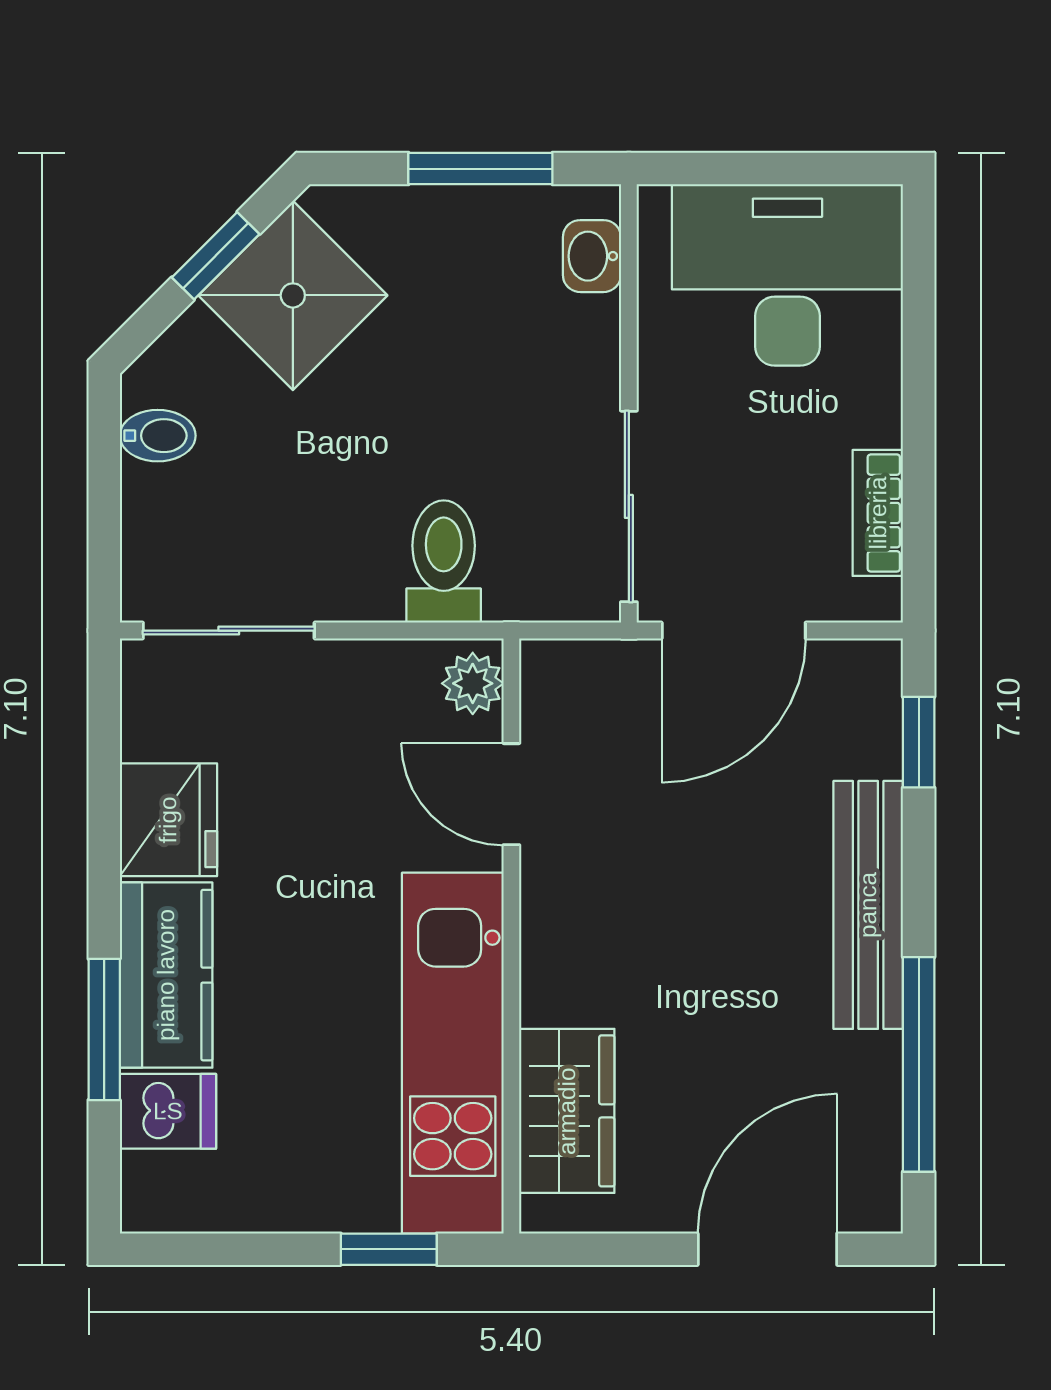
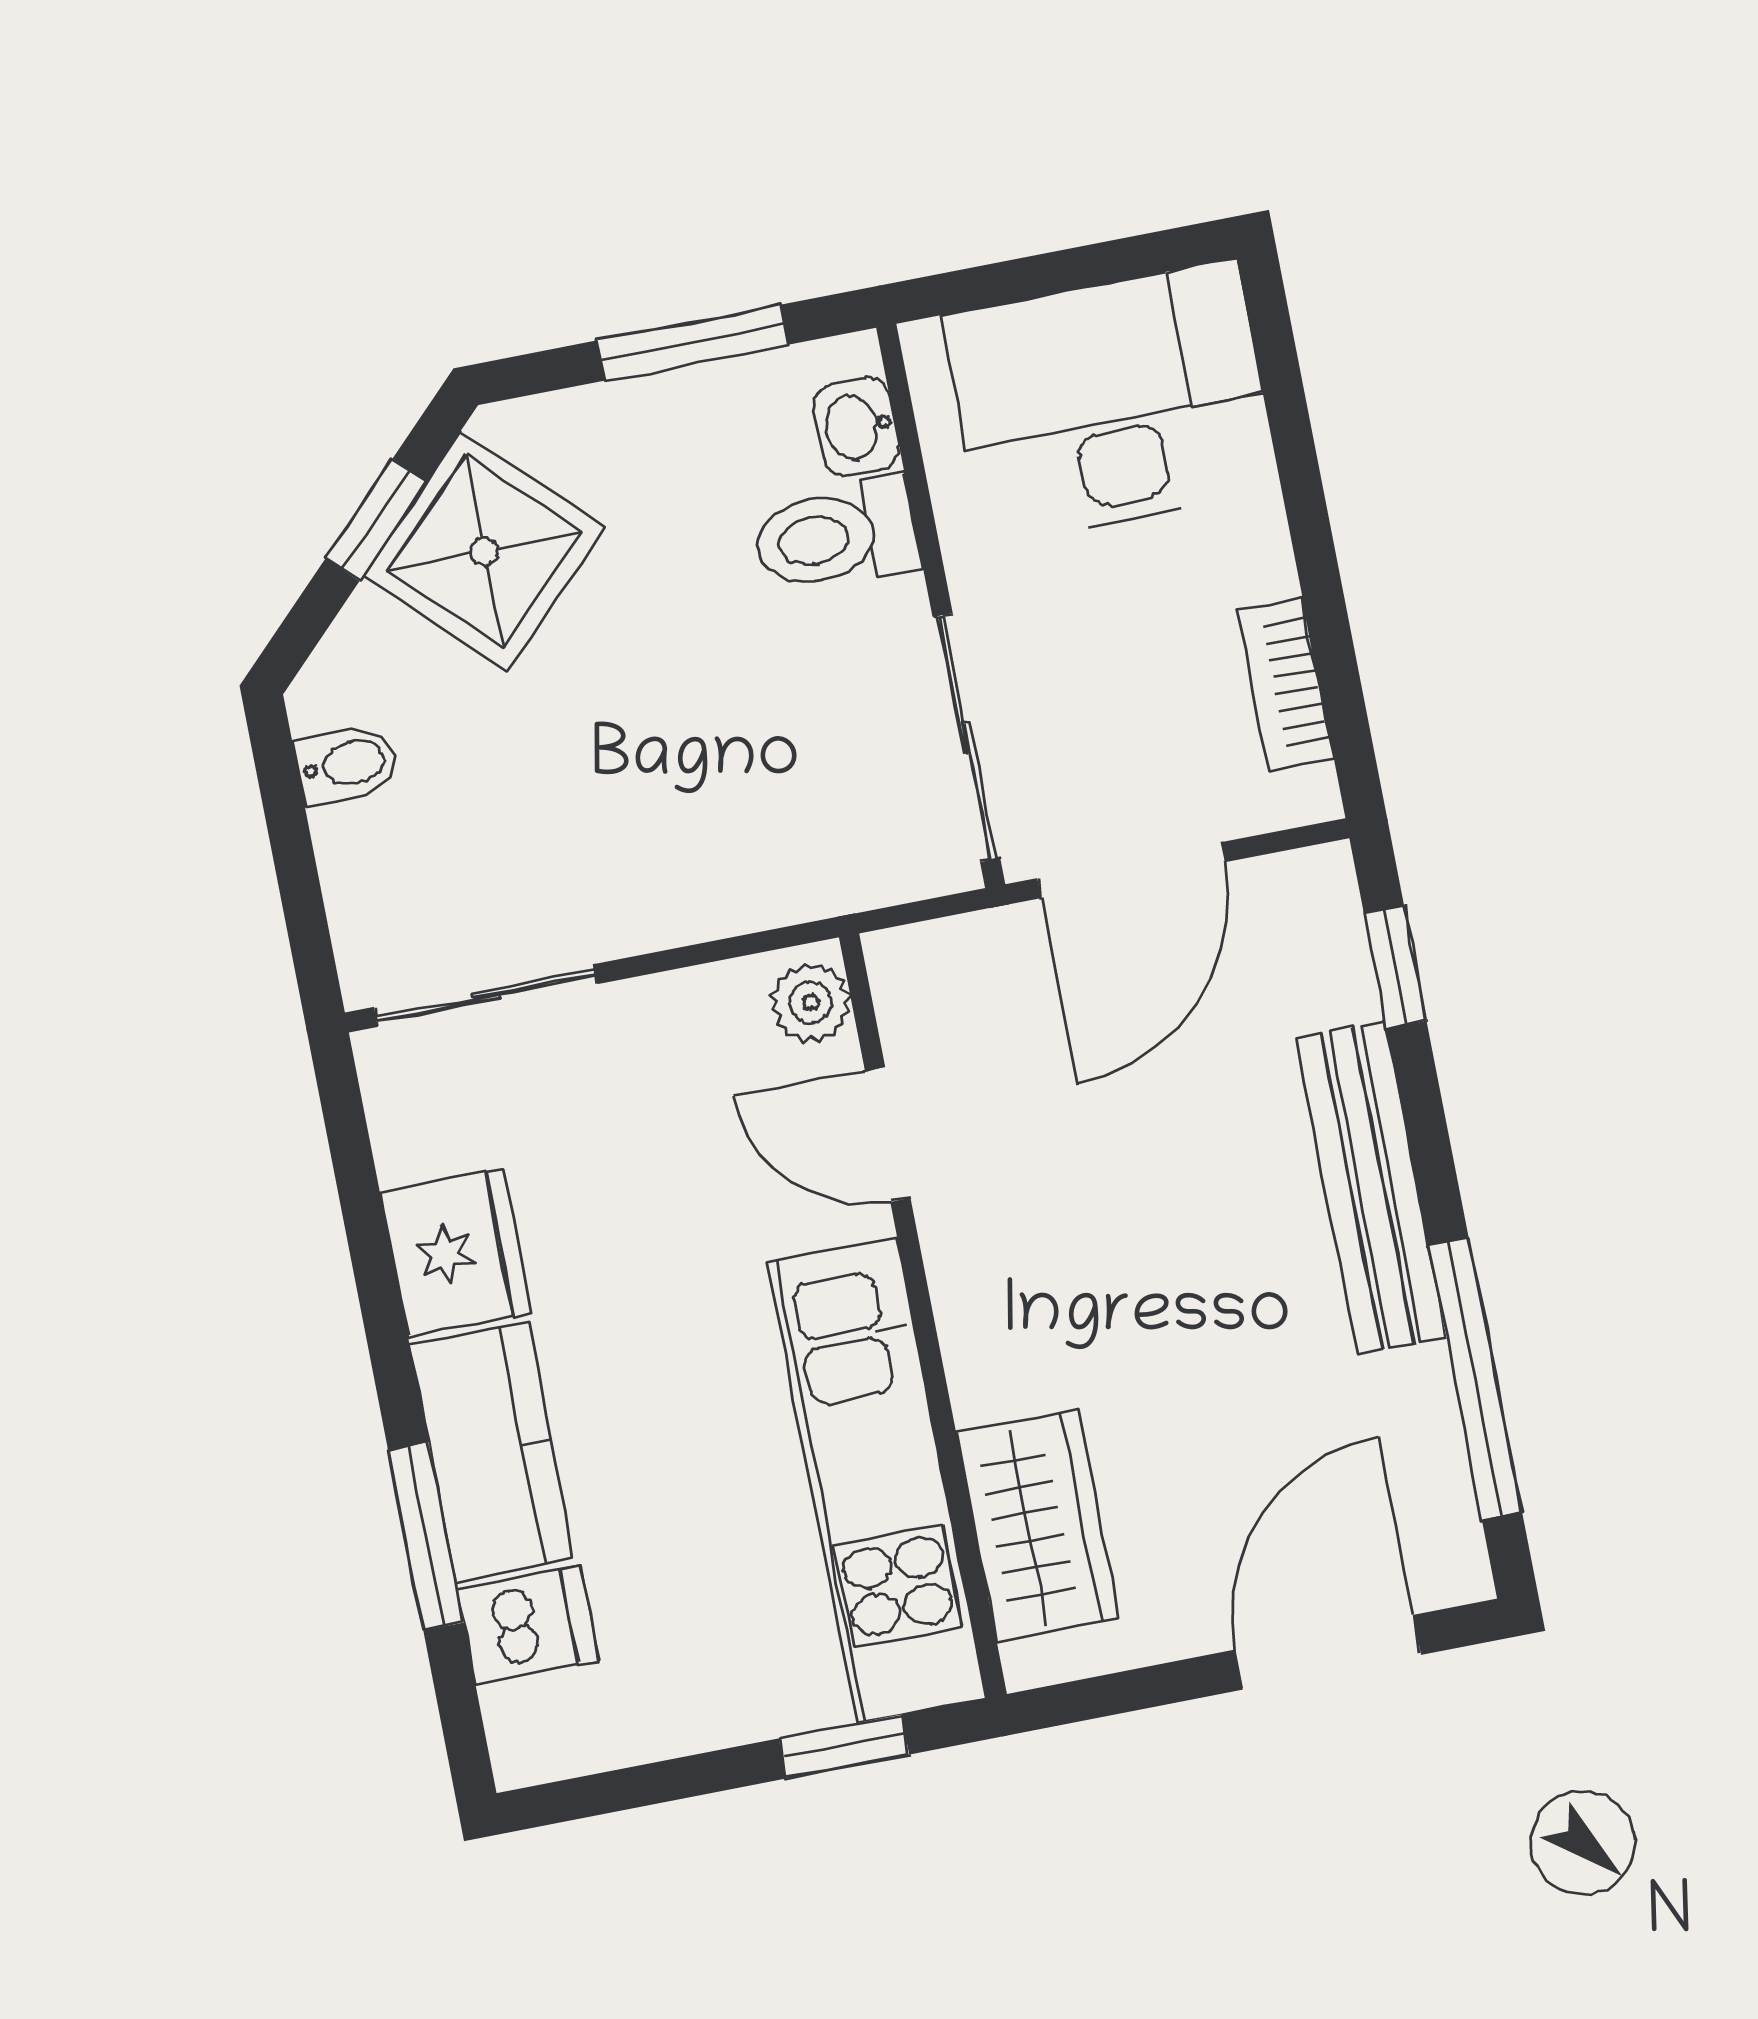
toilet: (444, 562) -> (836, 536), moved, turned -90

